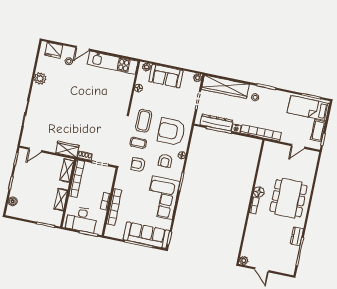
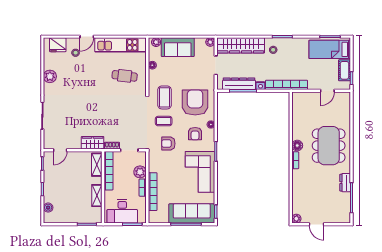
cafe table: (110, 93) -> (125, 76), added
armchair: (171, 131) -> (195, 102), turned 90
plant: (106, 186) -> (140, 172), added

